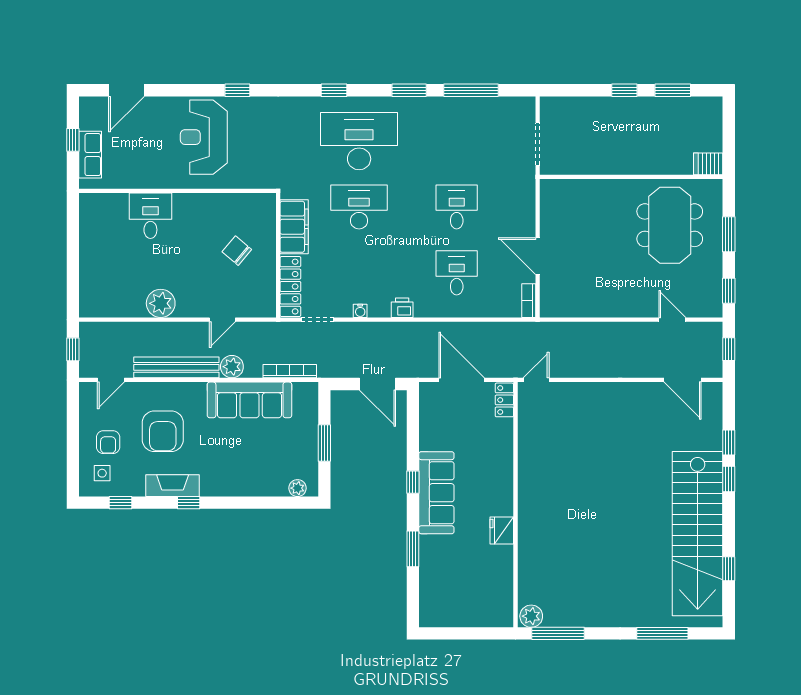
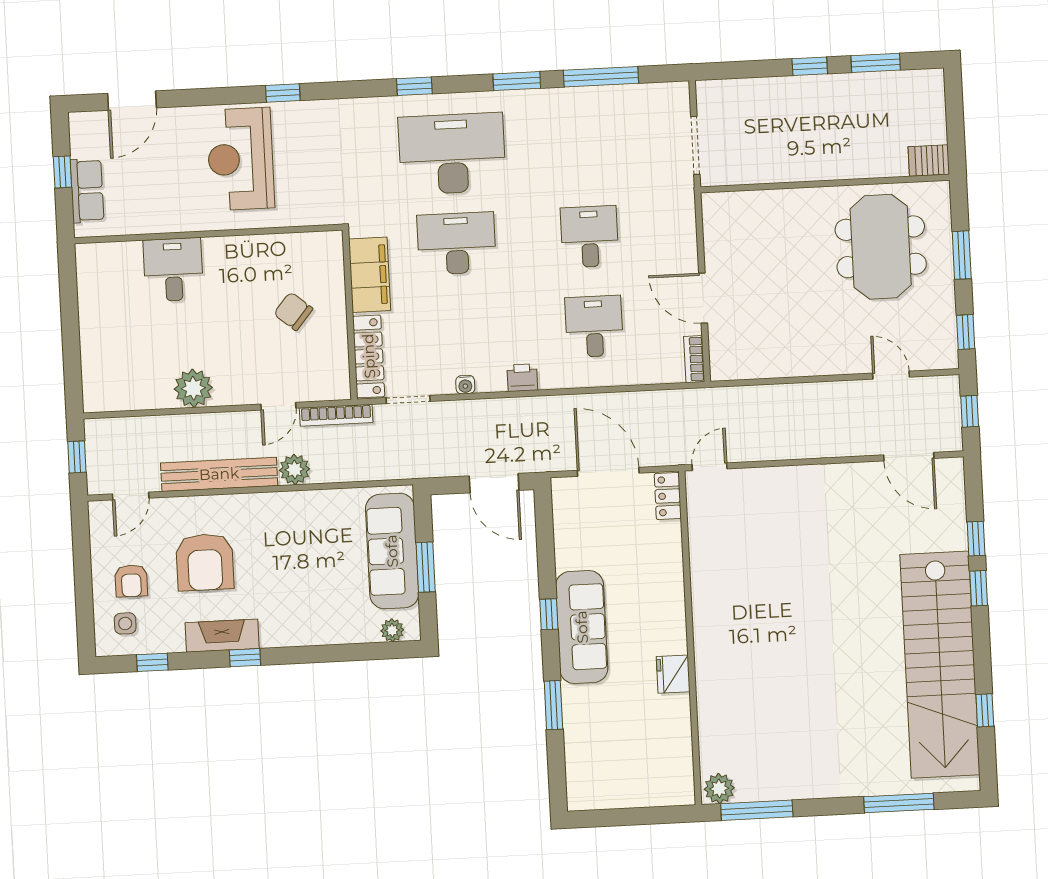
bookcase: (290, 371) -> (336, 415), moved, turned 180
sofa: (249, 400) -> (392, 551), moved, turned 90

